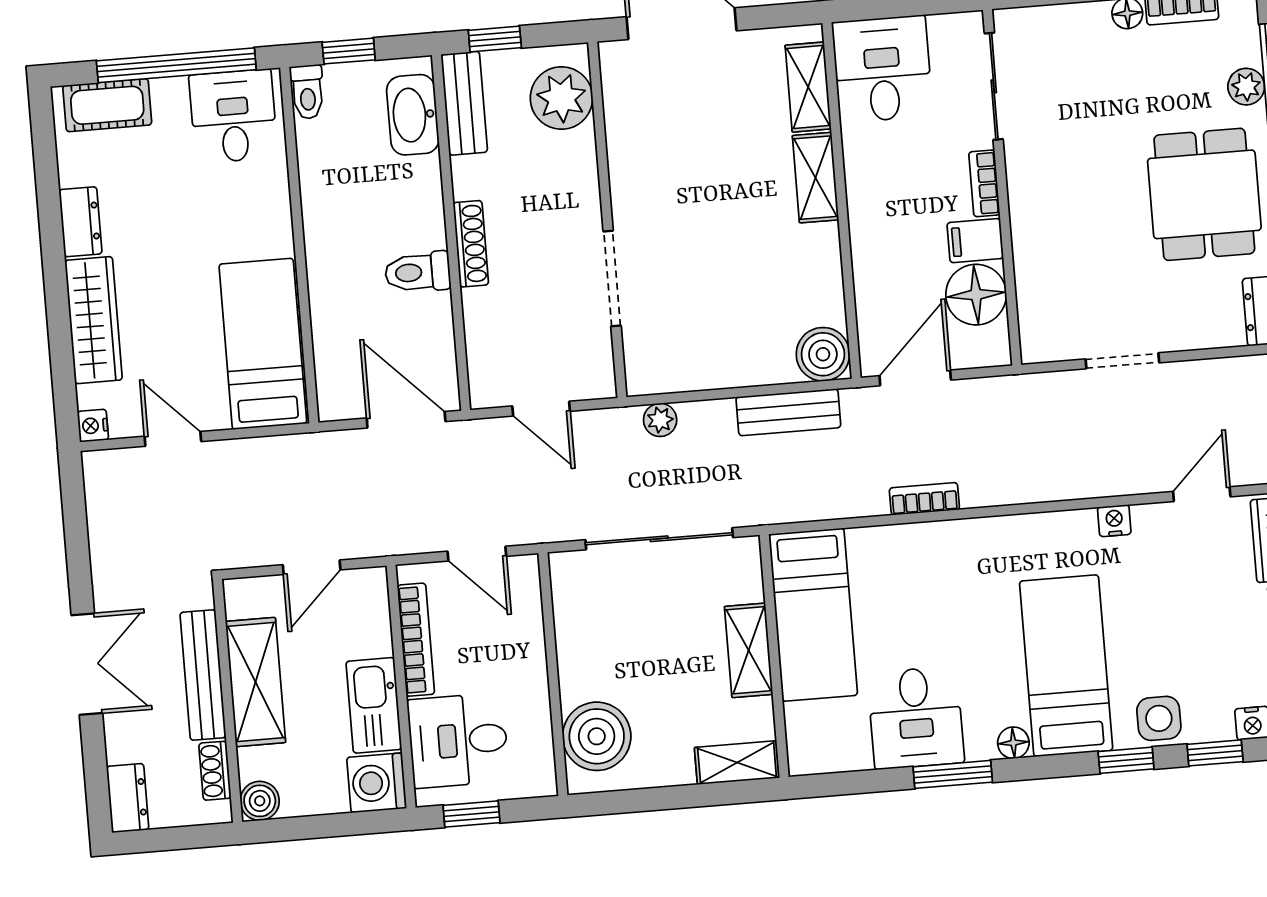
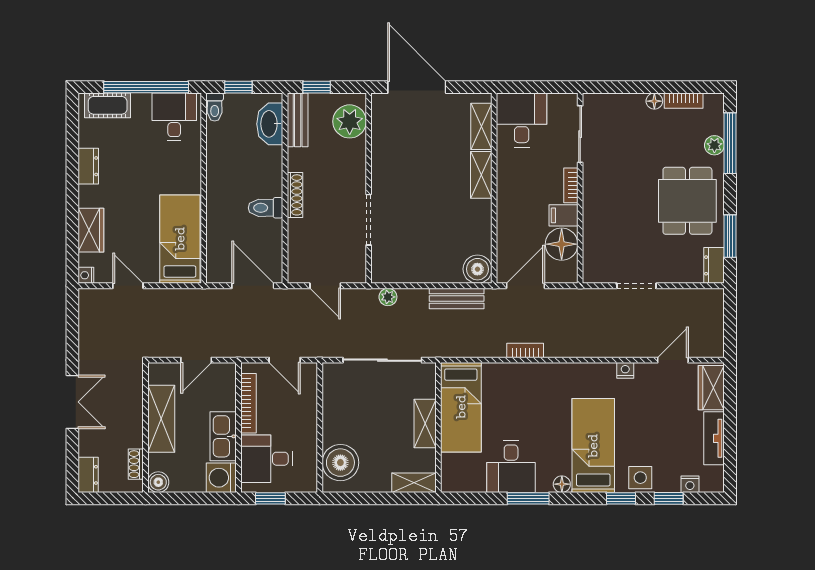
wardrobe: (94, 320) -> (91, 230), width x0.67
bench: (203, 675) -> (134, 413), removed

